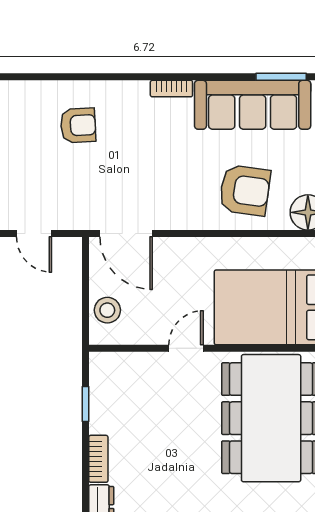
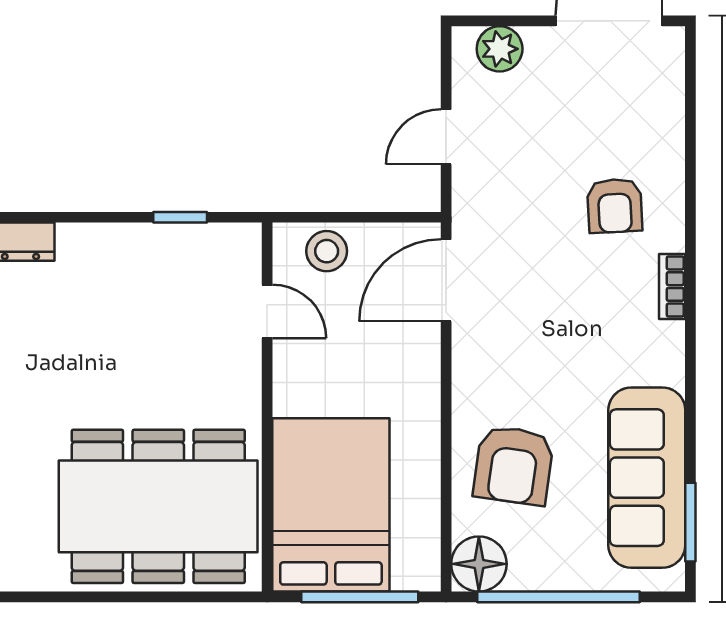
bookcase: (171, 89) -> (672, 287), moved
door: (186, 348) -> (267, 311), moved
bookcase: (98, 459) -> (95, 237), removed

